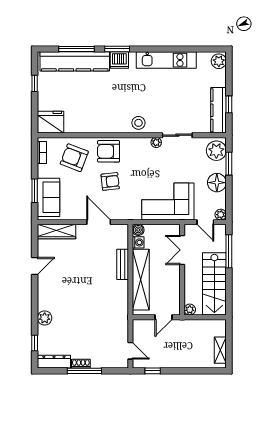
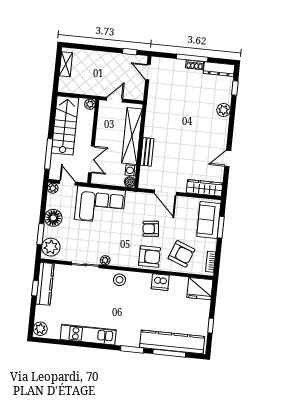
dishwasher: (119, 60) -> (160, 282), moved, turned 180

